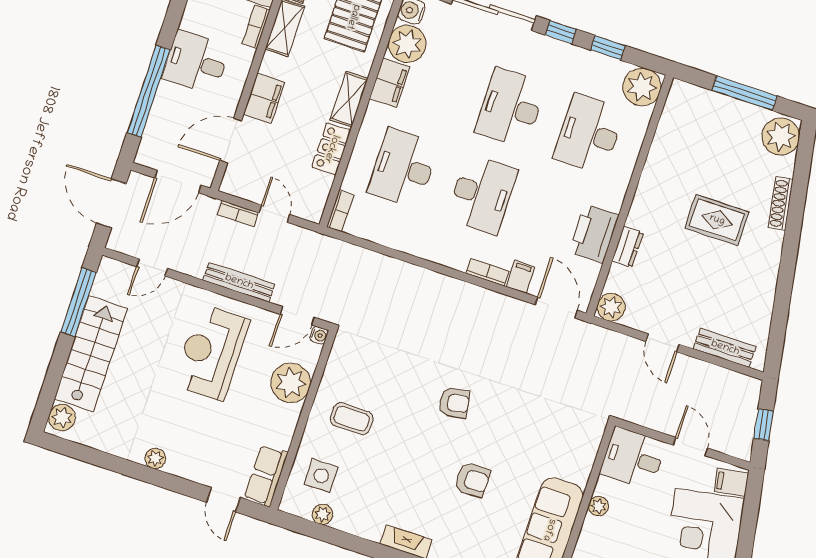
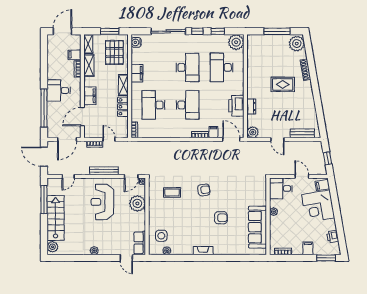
plant: (407, 44) -> (139, 56), removed
desk: (511, 108) -> (188, 67), turned 180
coffee table: (352, 419) -> (172, 192), moved

